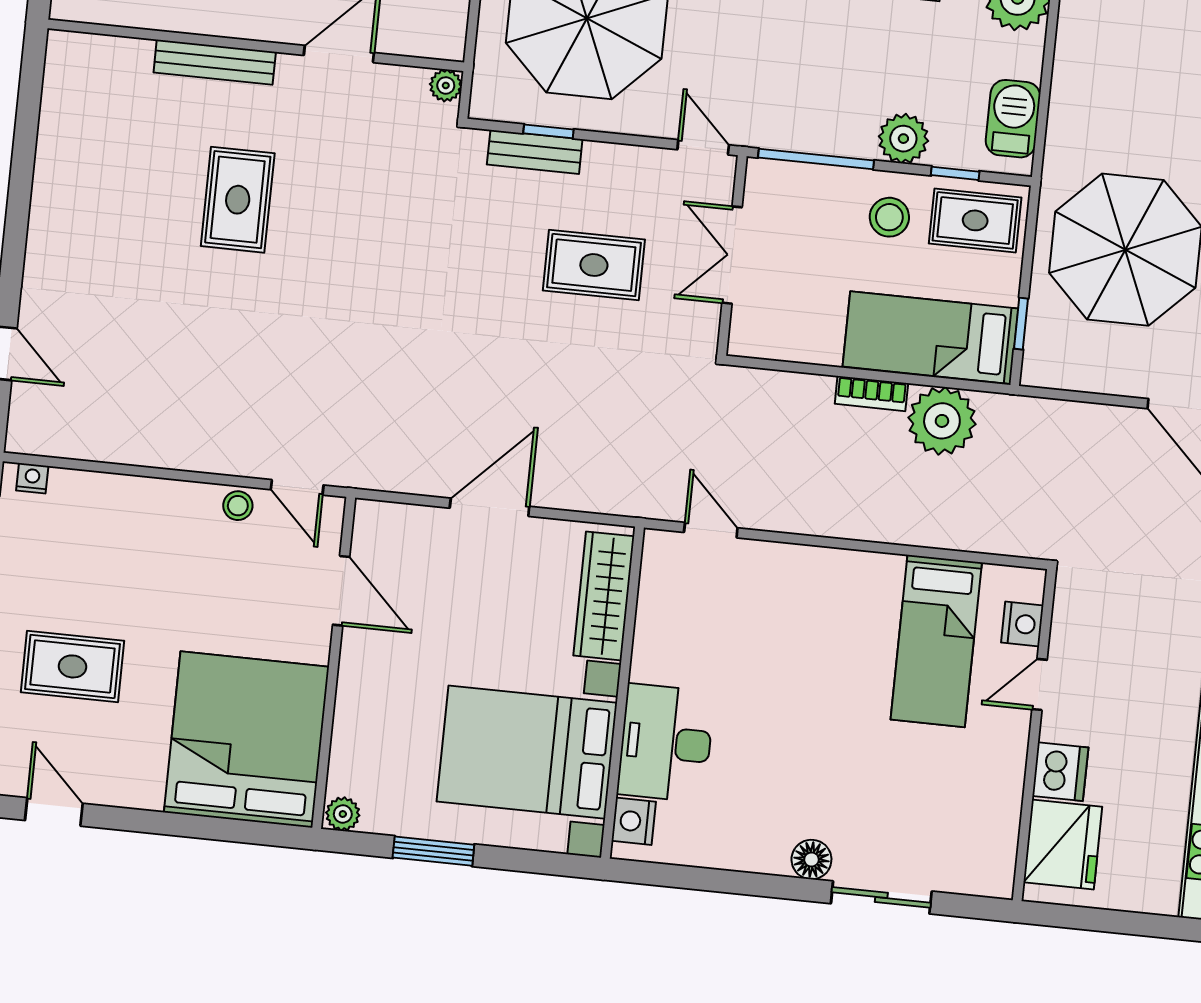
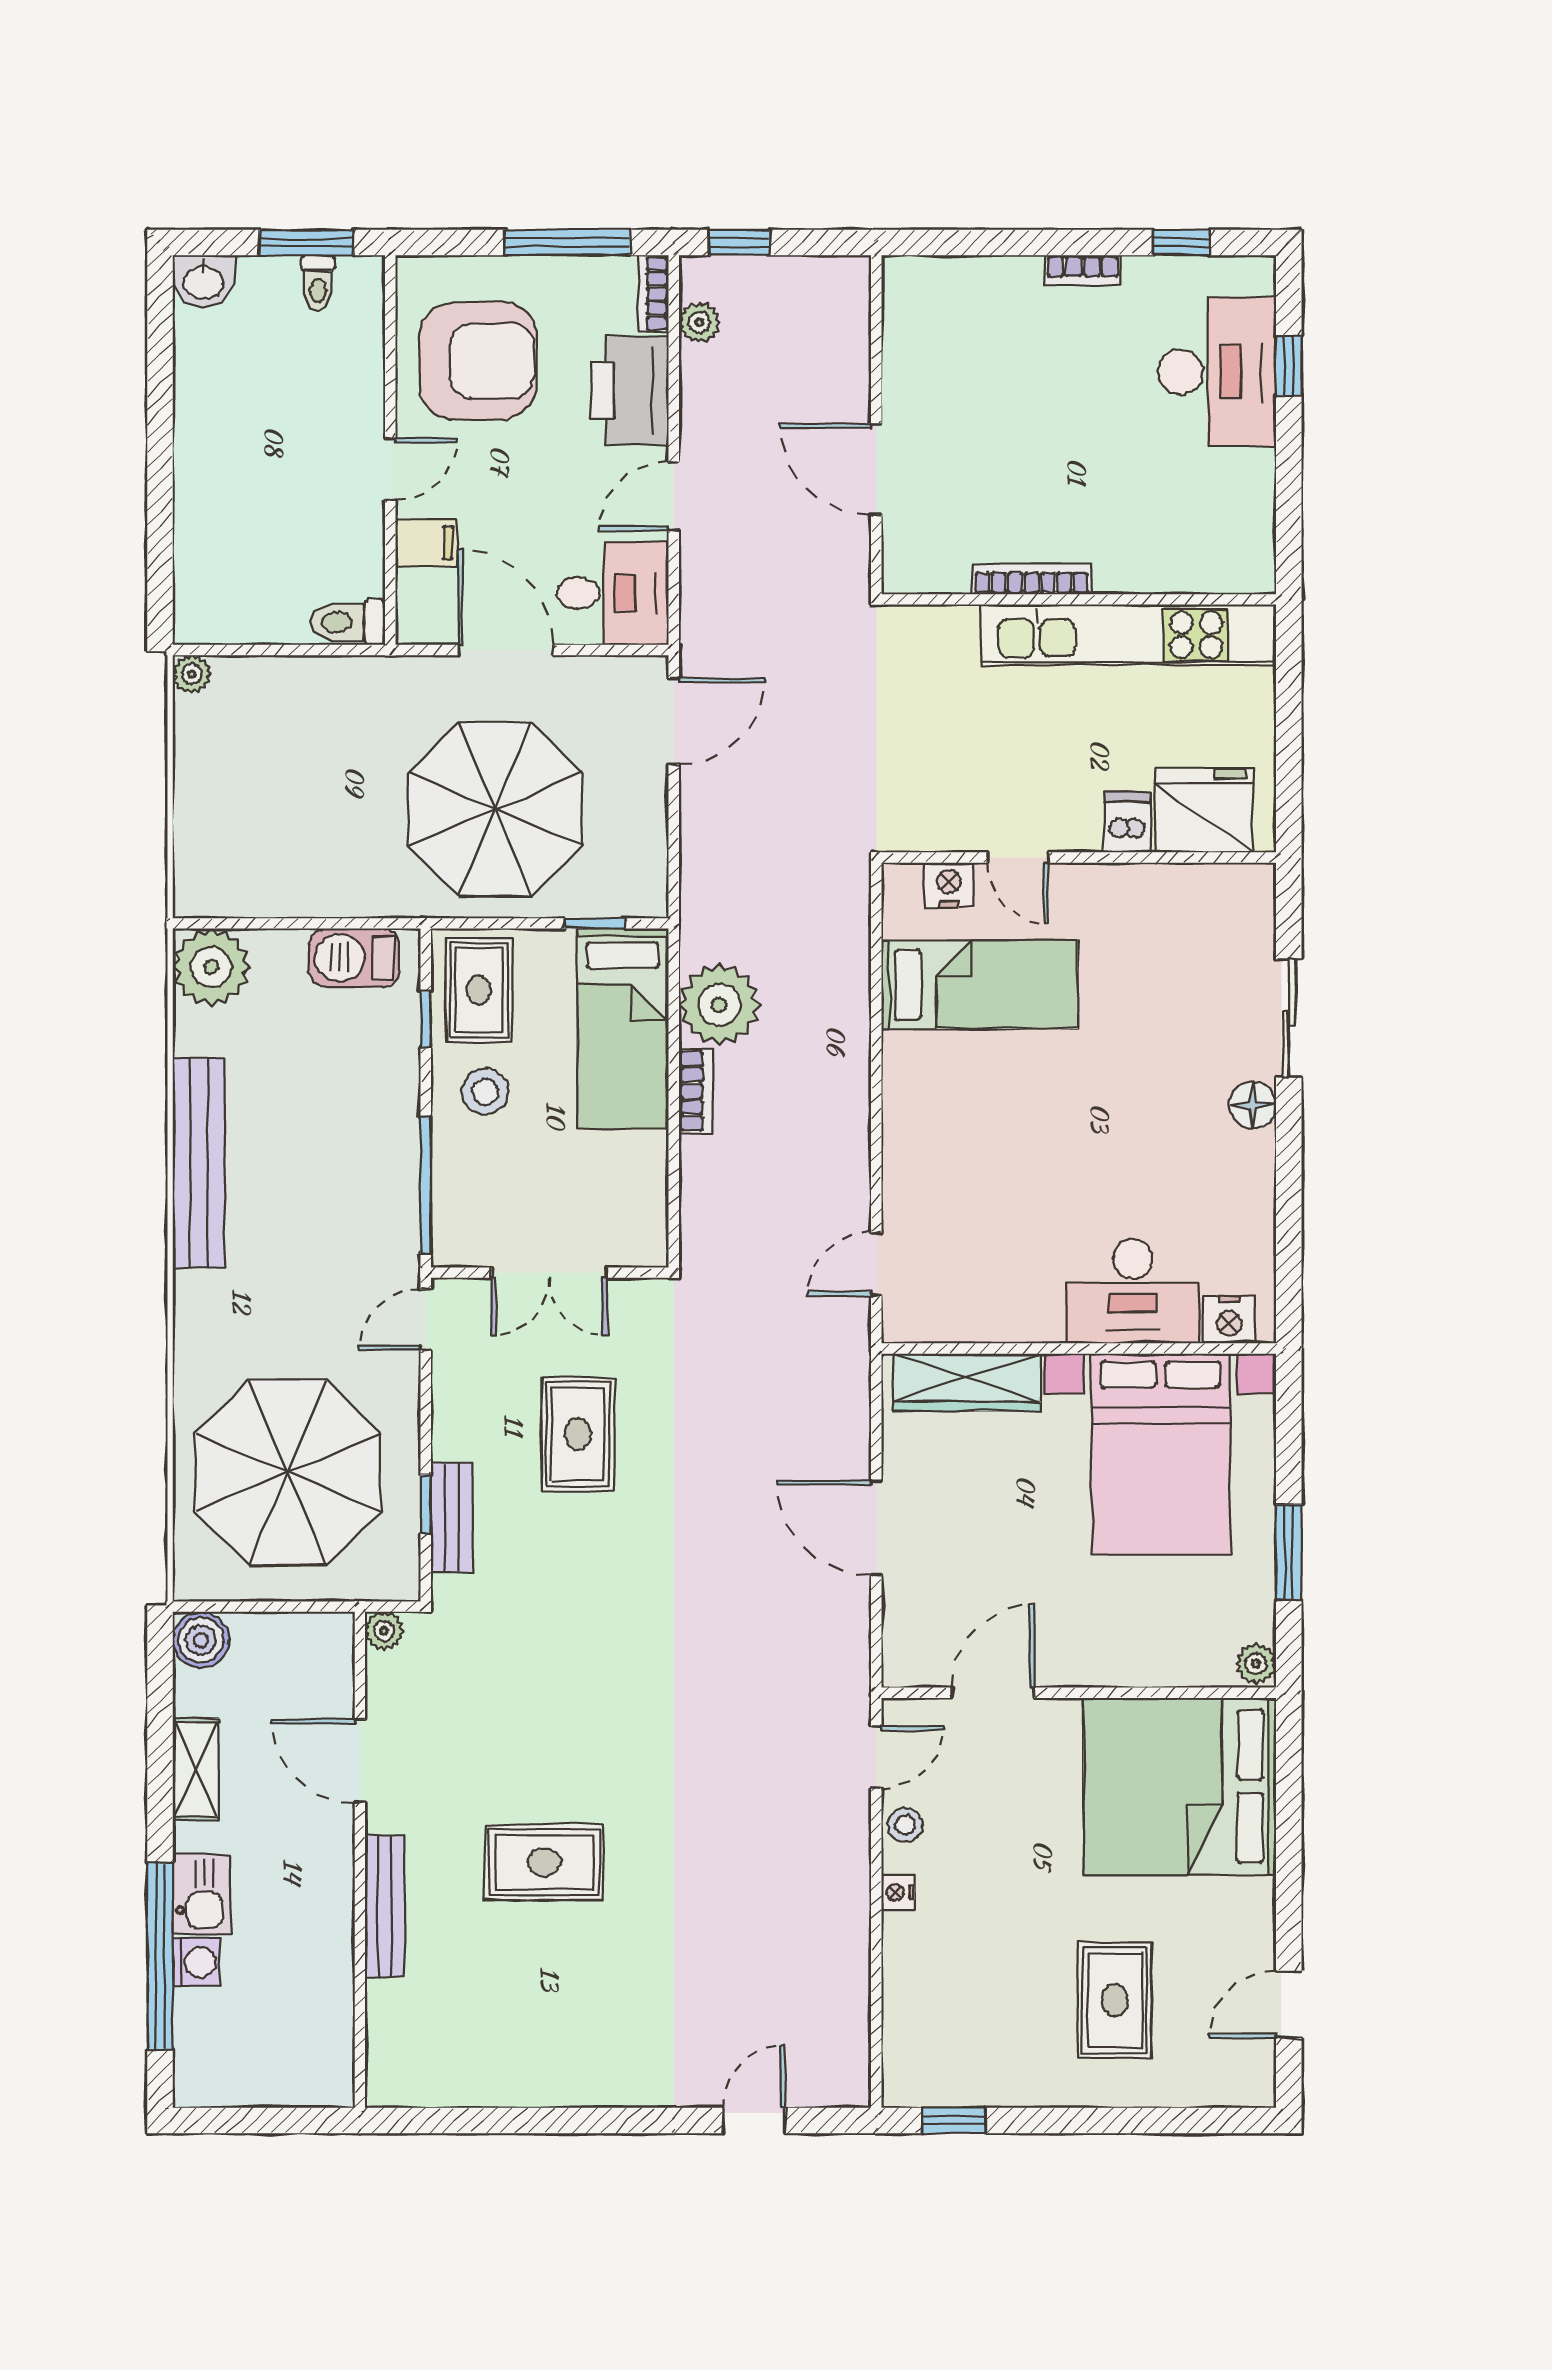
plant: (903, 139) -> (391, 1085), removed
nightstand: (32, 478) -> (898, 1893), moved
dishwasher: (1060, 772) -> (1127, 822), width x0.73

